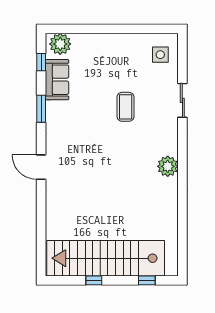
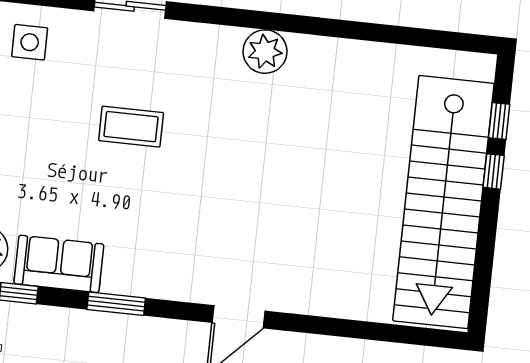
window: (94, 280) -> (494, 171), moved

